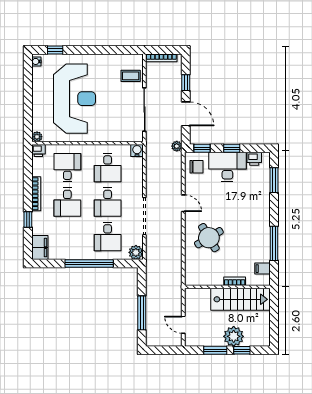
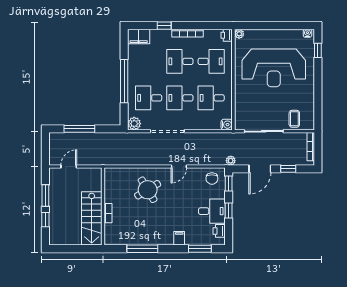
desk: (227, 167) -> (212, 211), width x0.73
filing cabinet: (262, 269) -> (179, 238), moved
plant: (234, 336) -> (58, 212), removed

